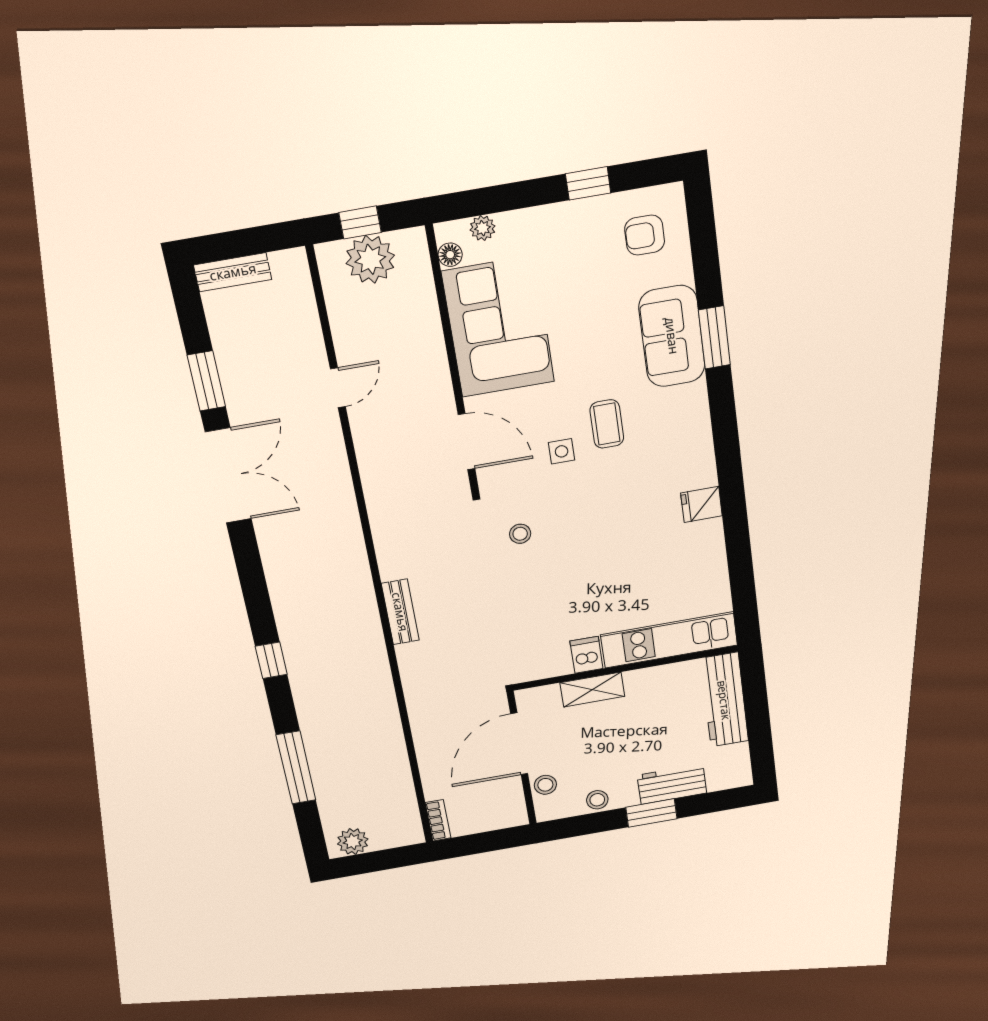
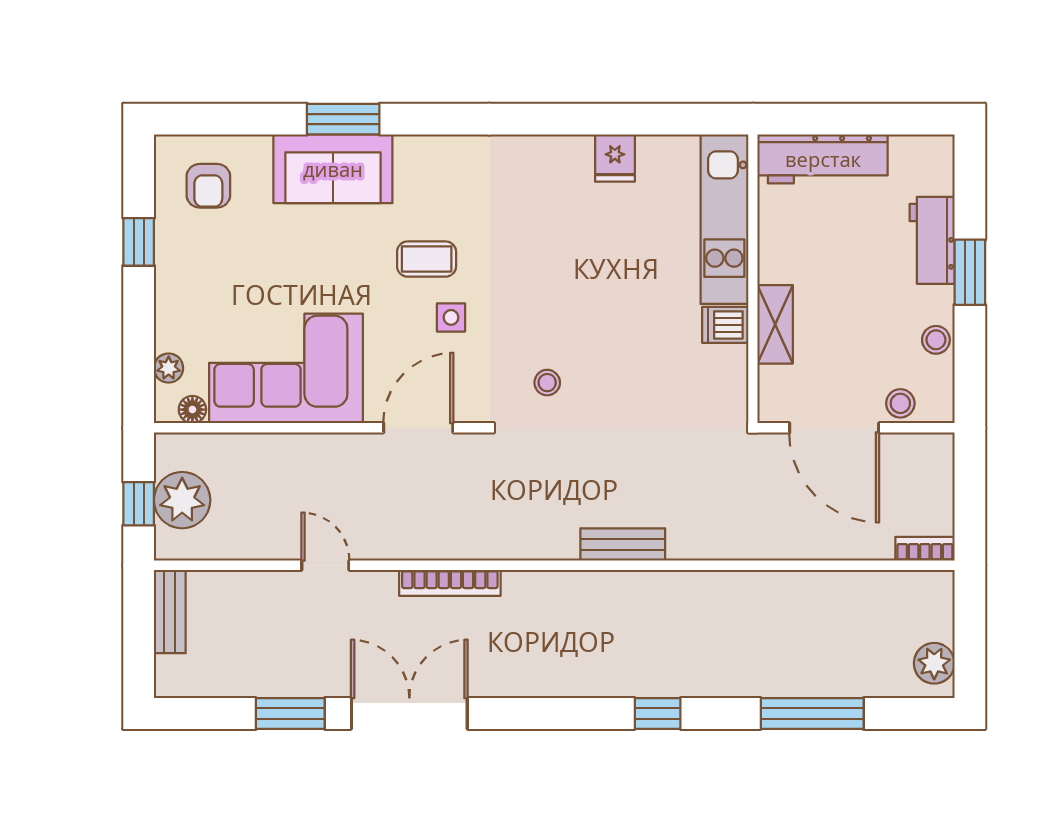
bench: (233, 272) -> (170, 612), moved
bookcase: (343, 488) -> (450, 583), added
fridge: (701, 504) -> (615, 158), moved

